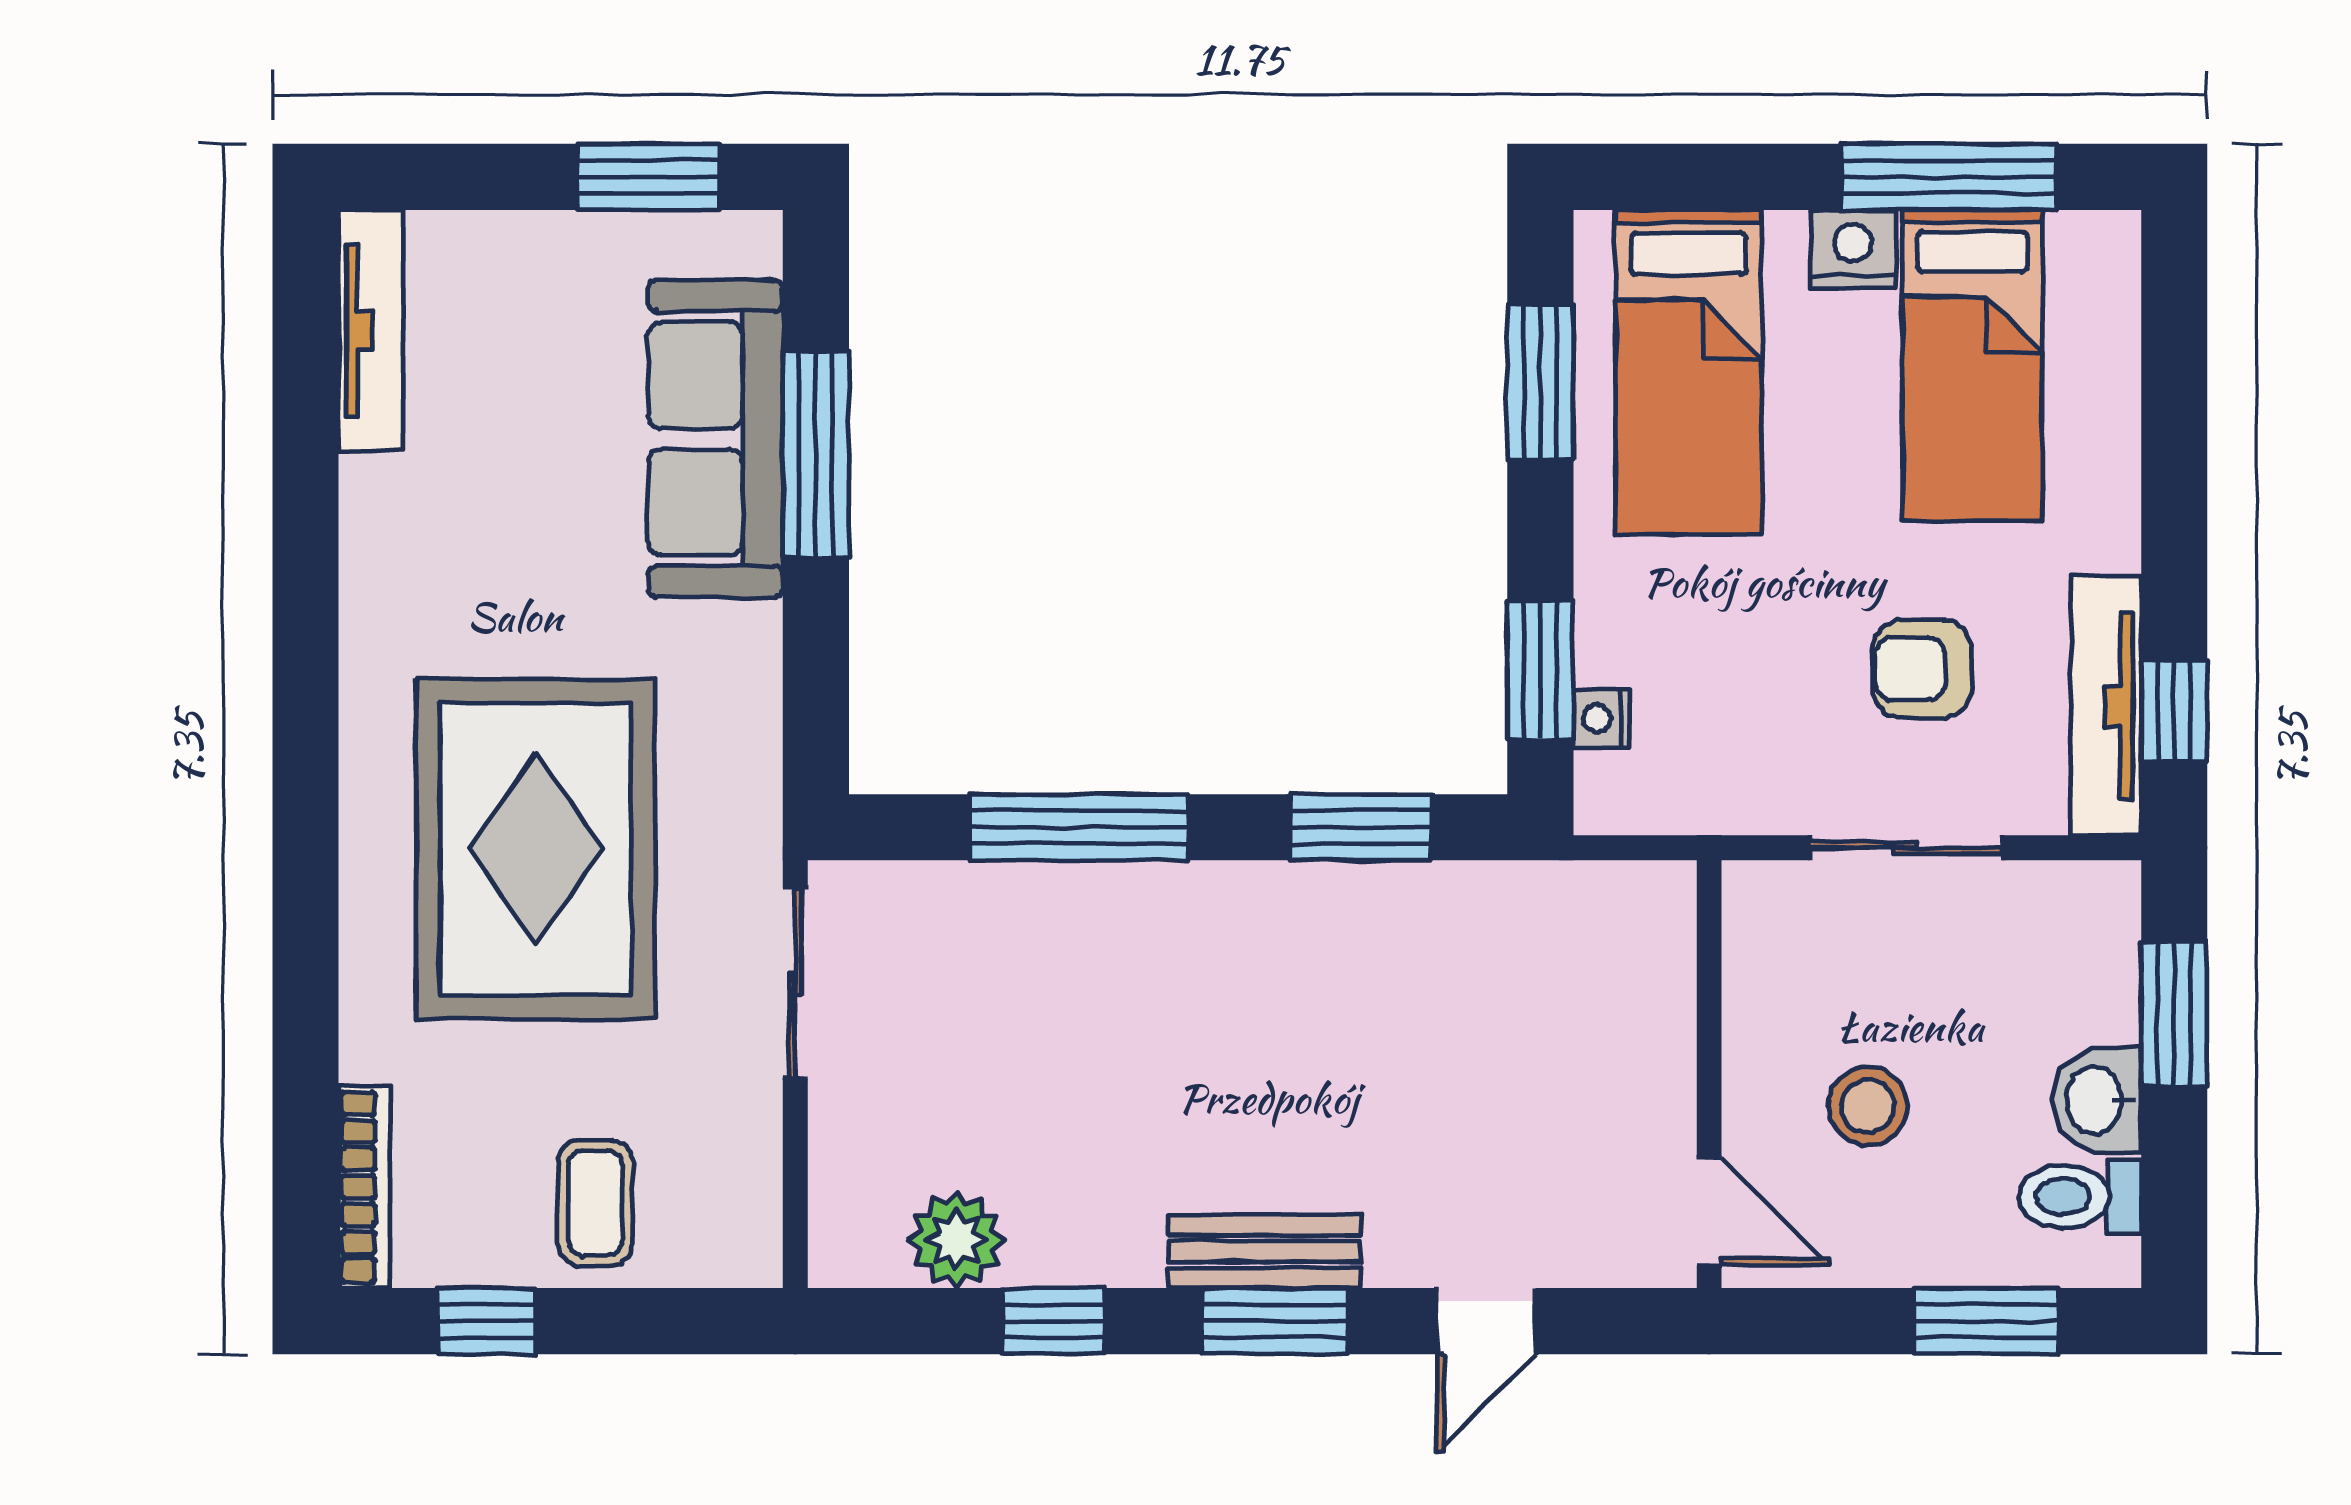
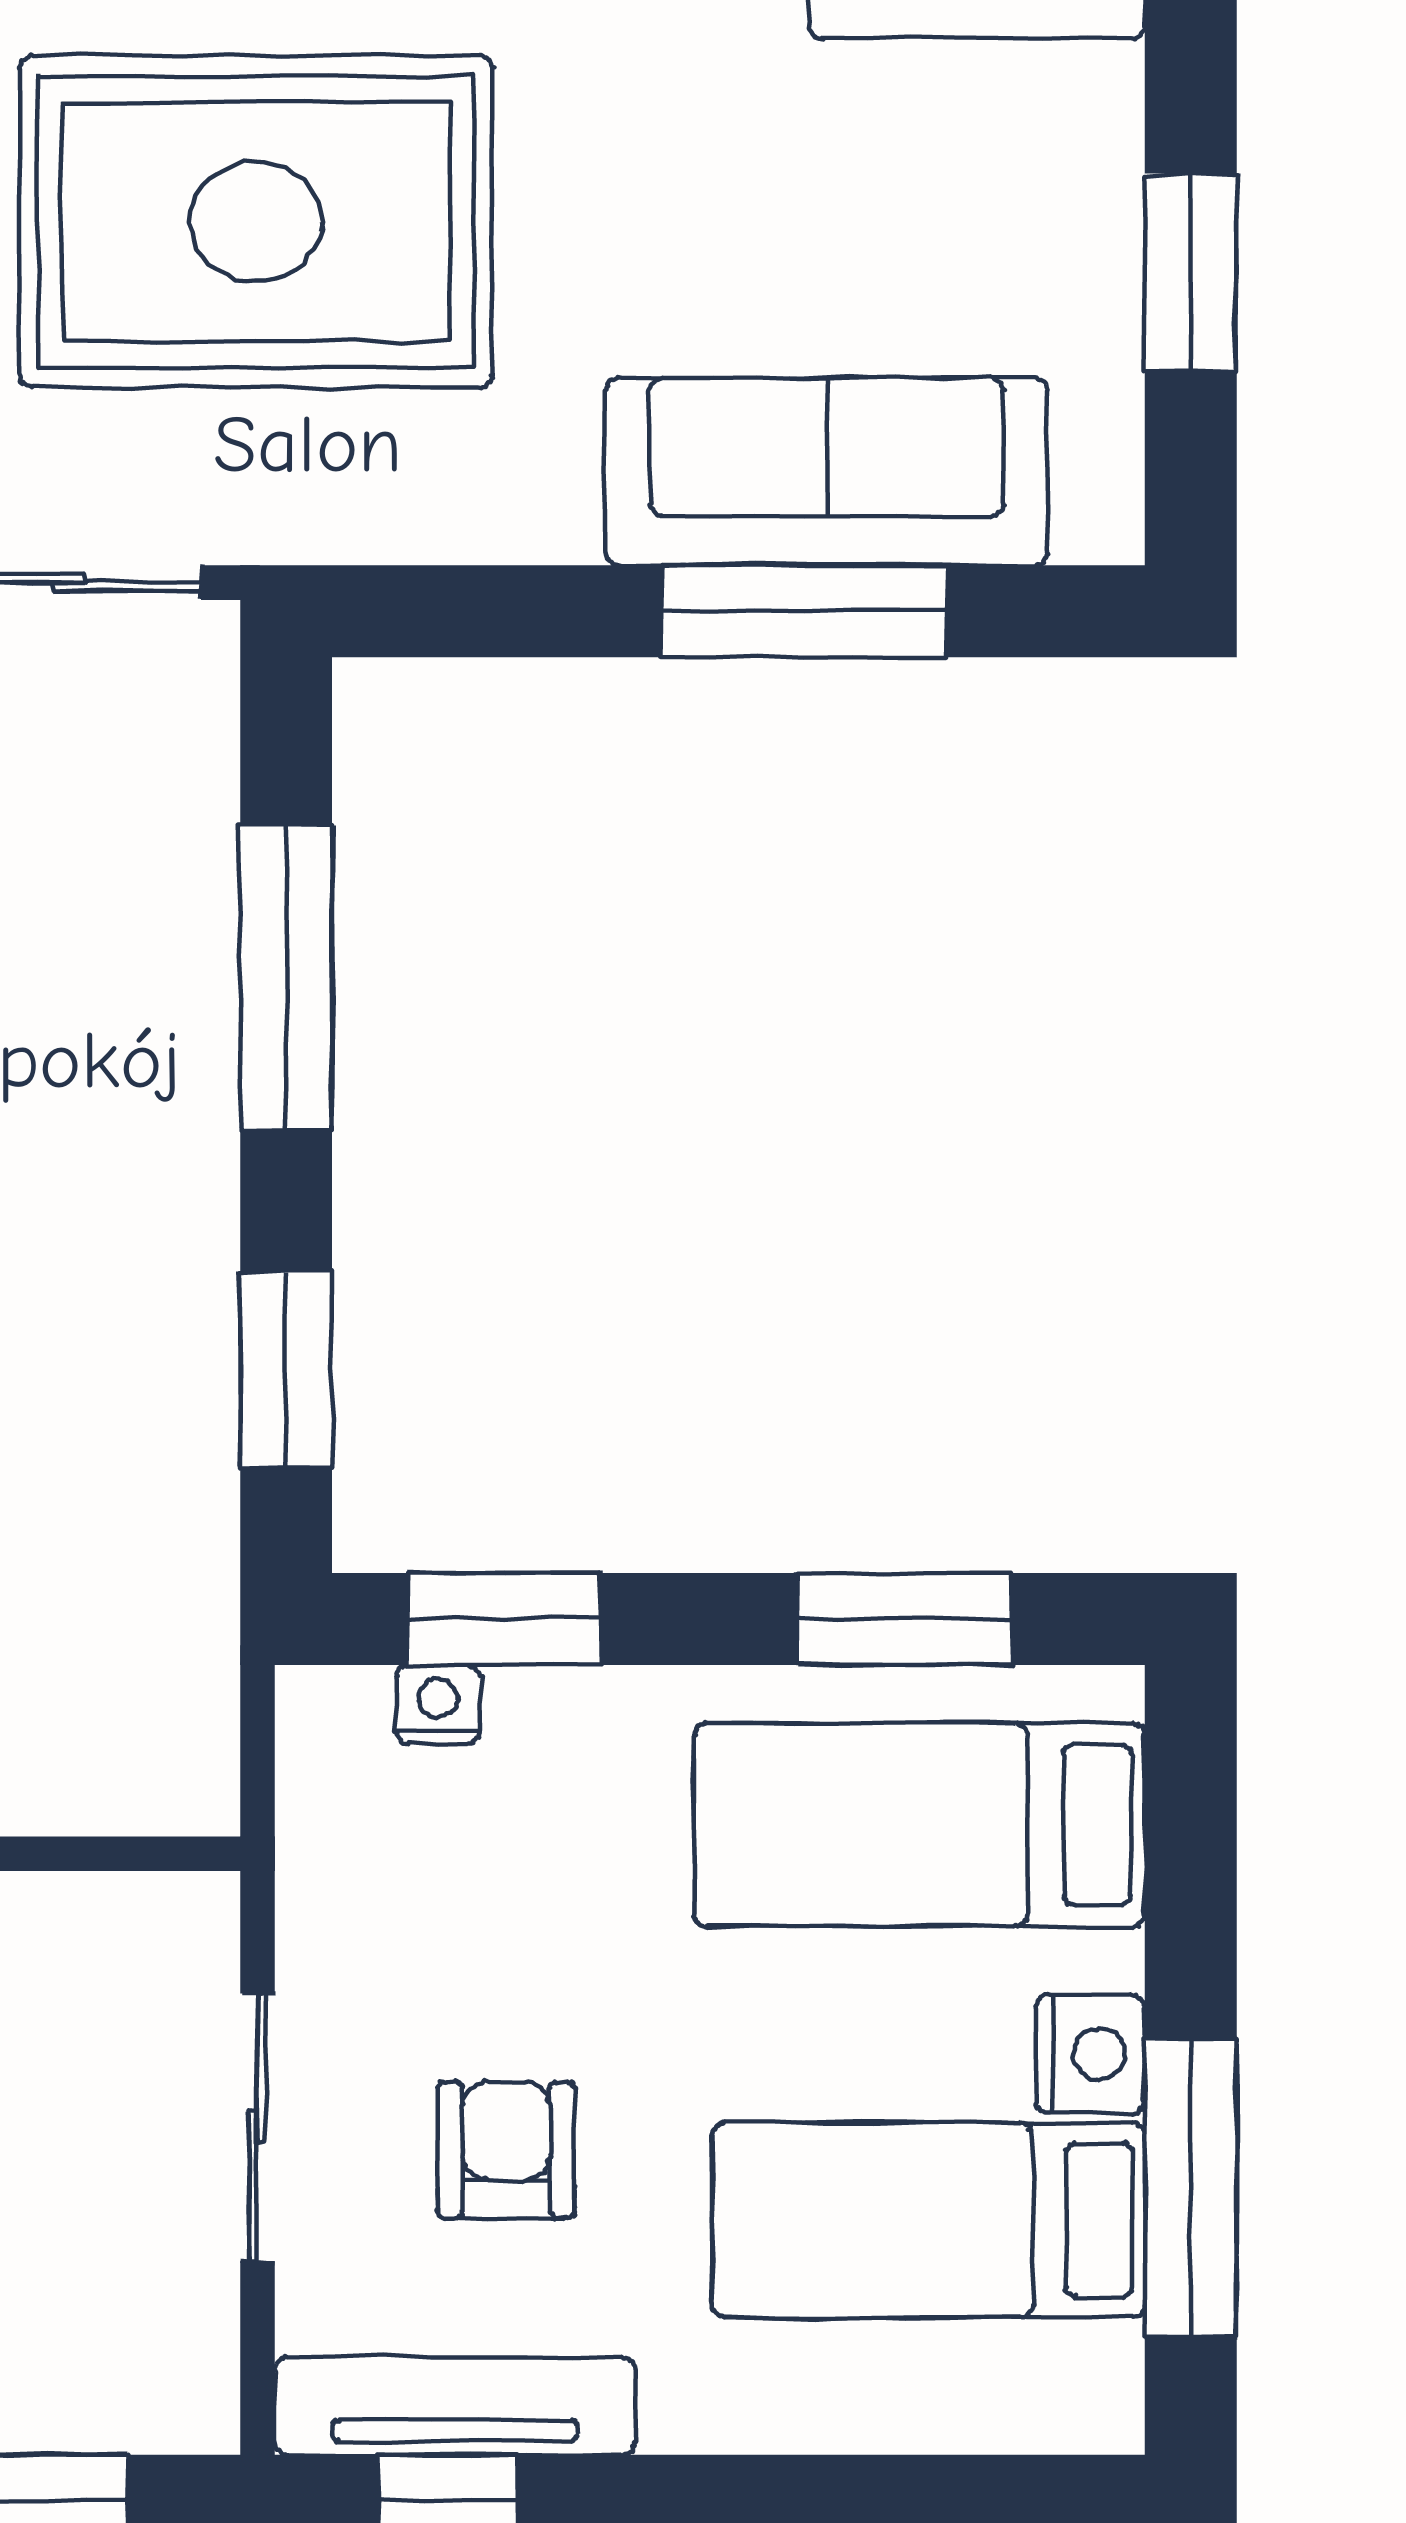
window: (648, 177) -> (1191, 273), moved

